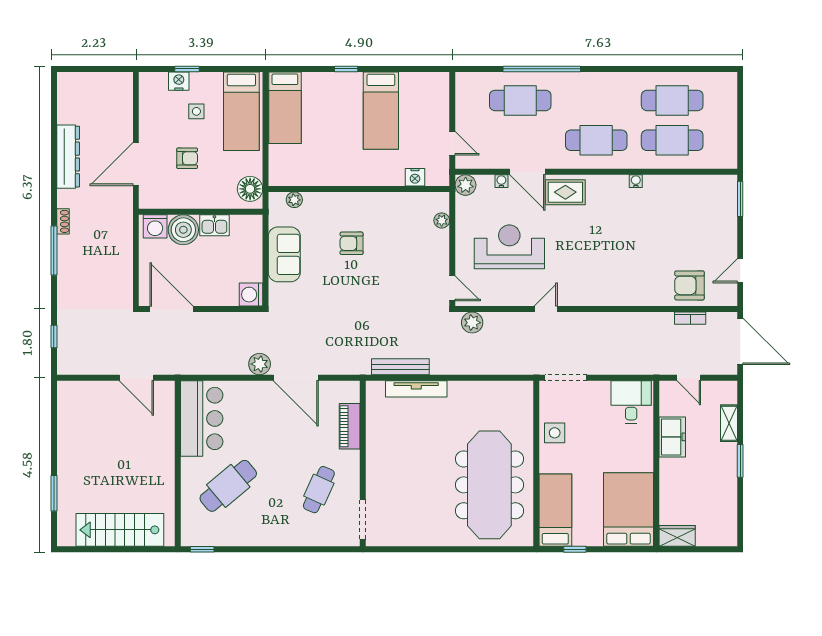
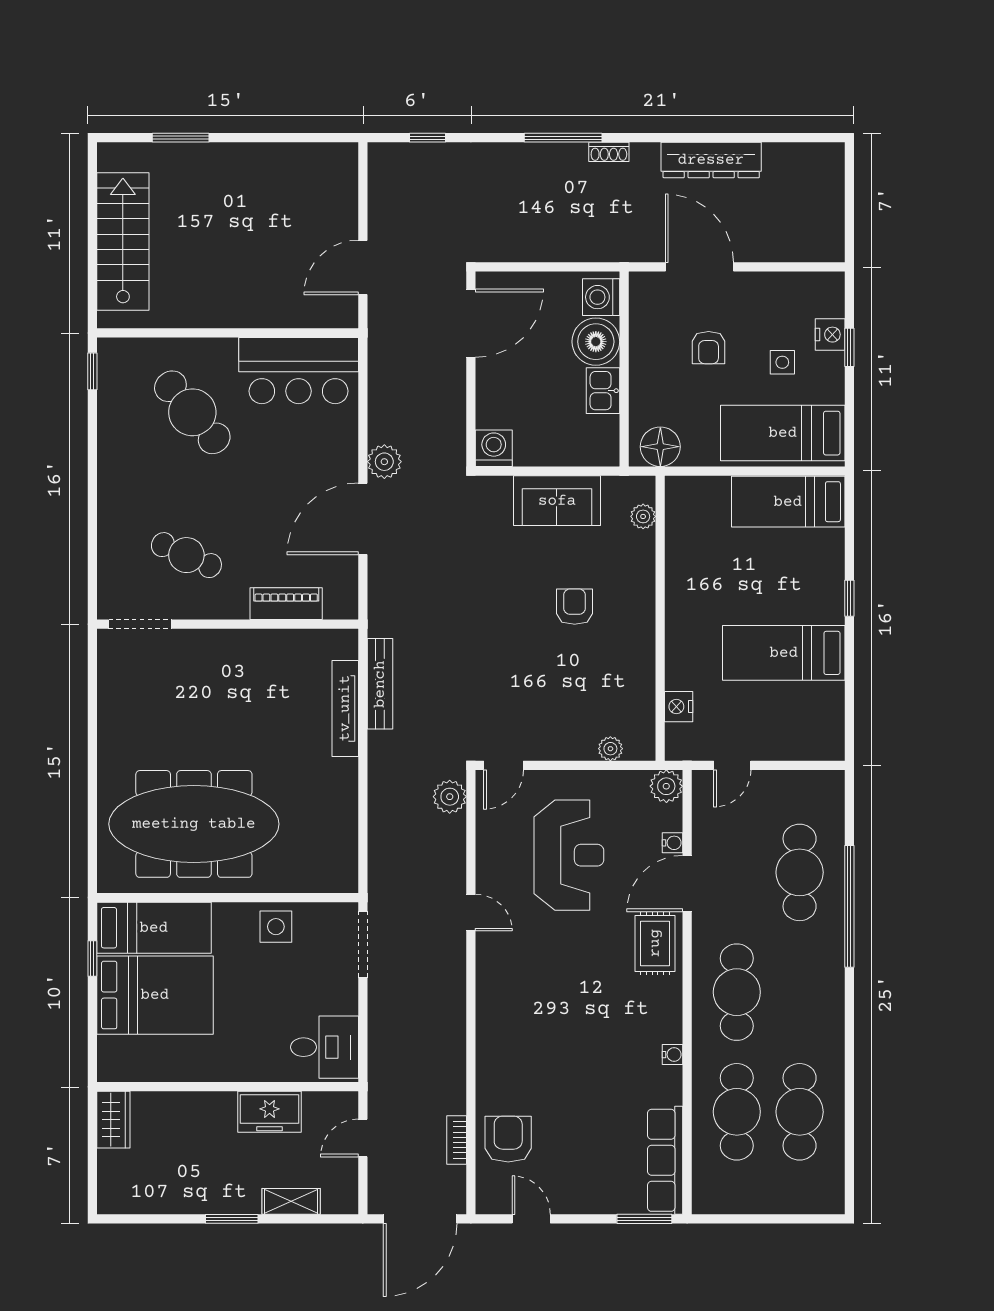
row of seats: (703, 186) -> (665, 1160), added
bed: (628, 510) -> (155, 995), moved

